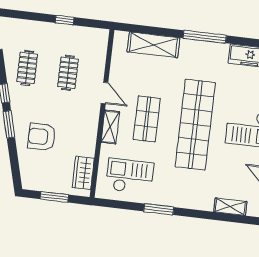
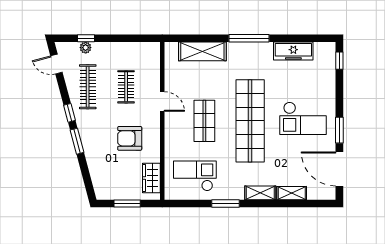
window: (65, 20) -> (86, 38), moved
plant: (30, 26) -> (86, 48), added
clothes rail: (27, 68) -> (88, 87), width x1.36
shelving: (110, 127) -> (260, 193), moved, turned 90
armchair: (42, 137) -> (130, 138), moved

